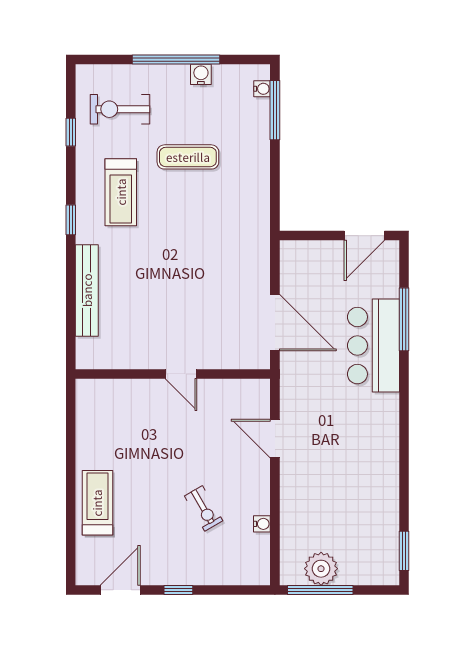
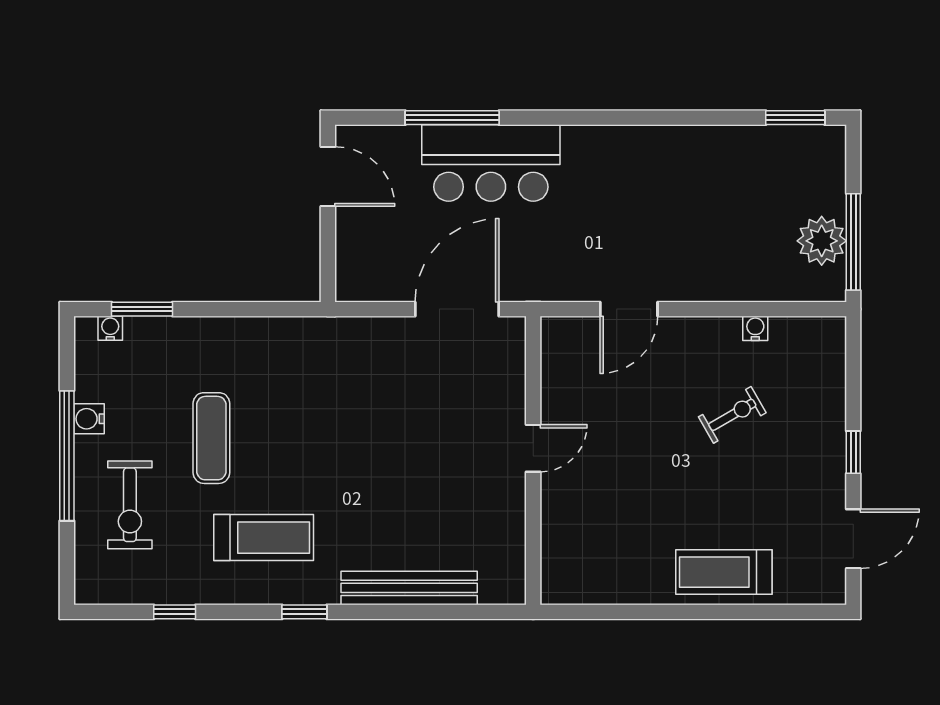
exercise bike: (120, 109) -> (130, 505), moved
window: (275, 110) -> (142, 309), width x0.69
door: (120, 590) -> (853, 539), swing flipped

